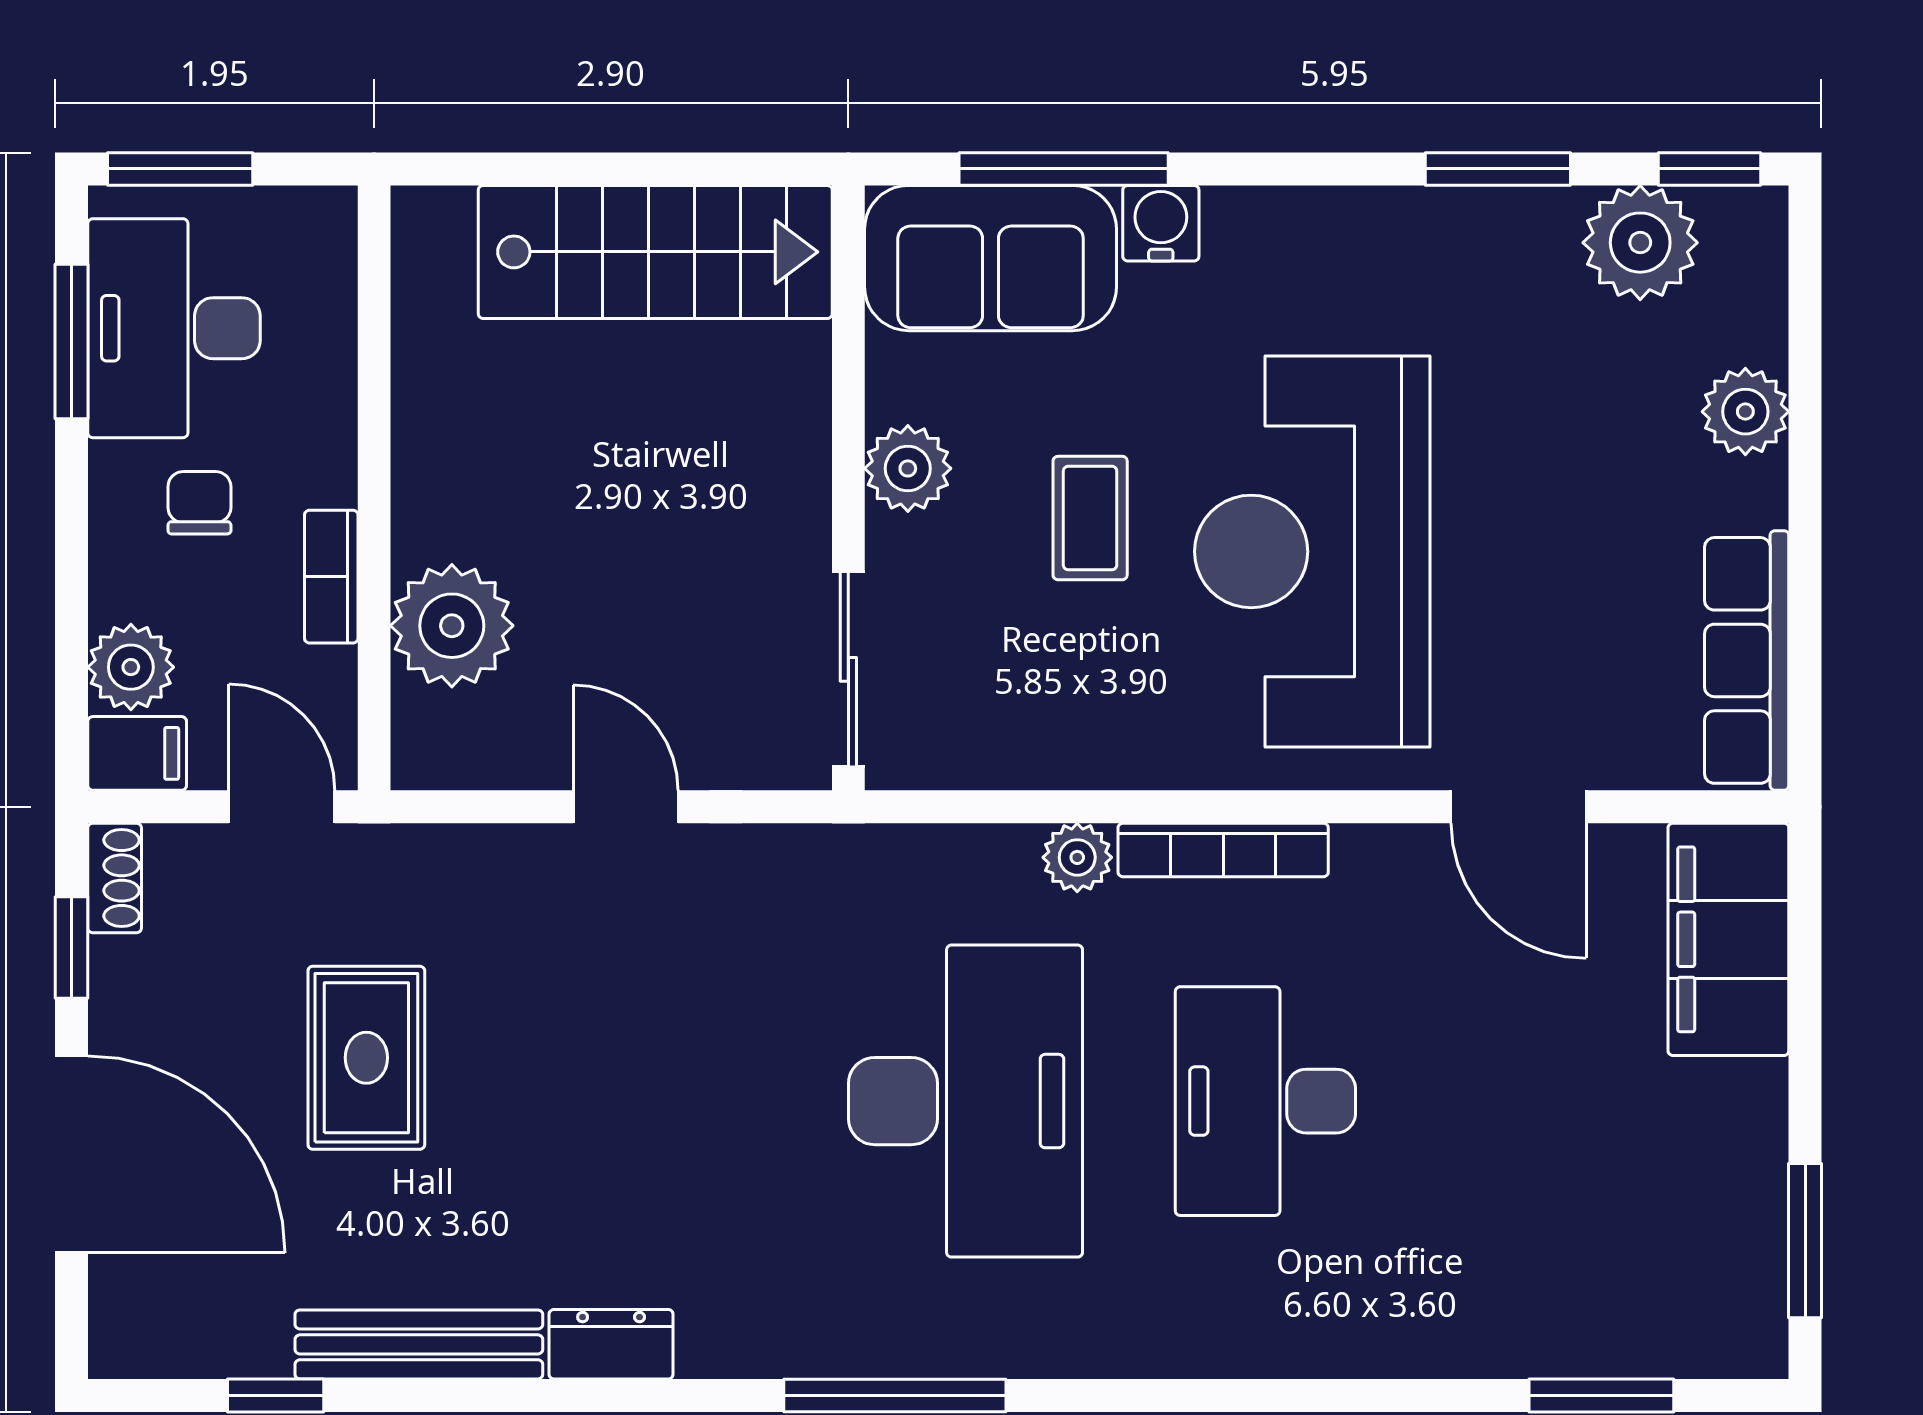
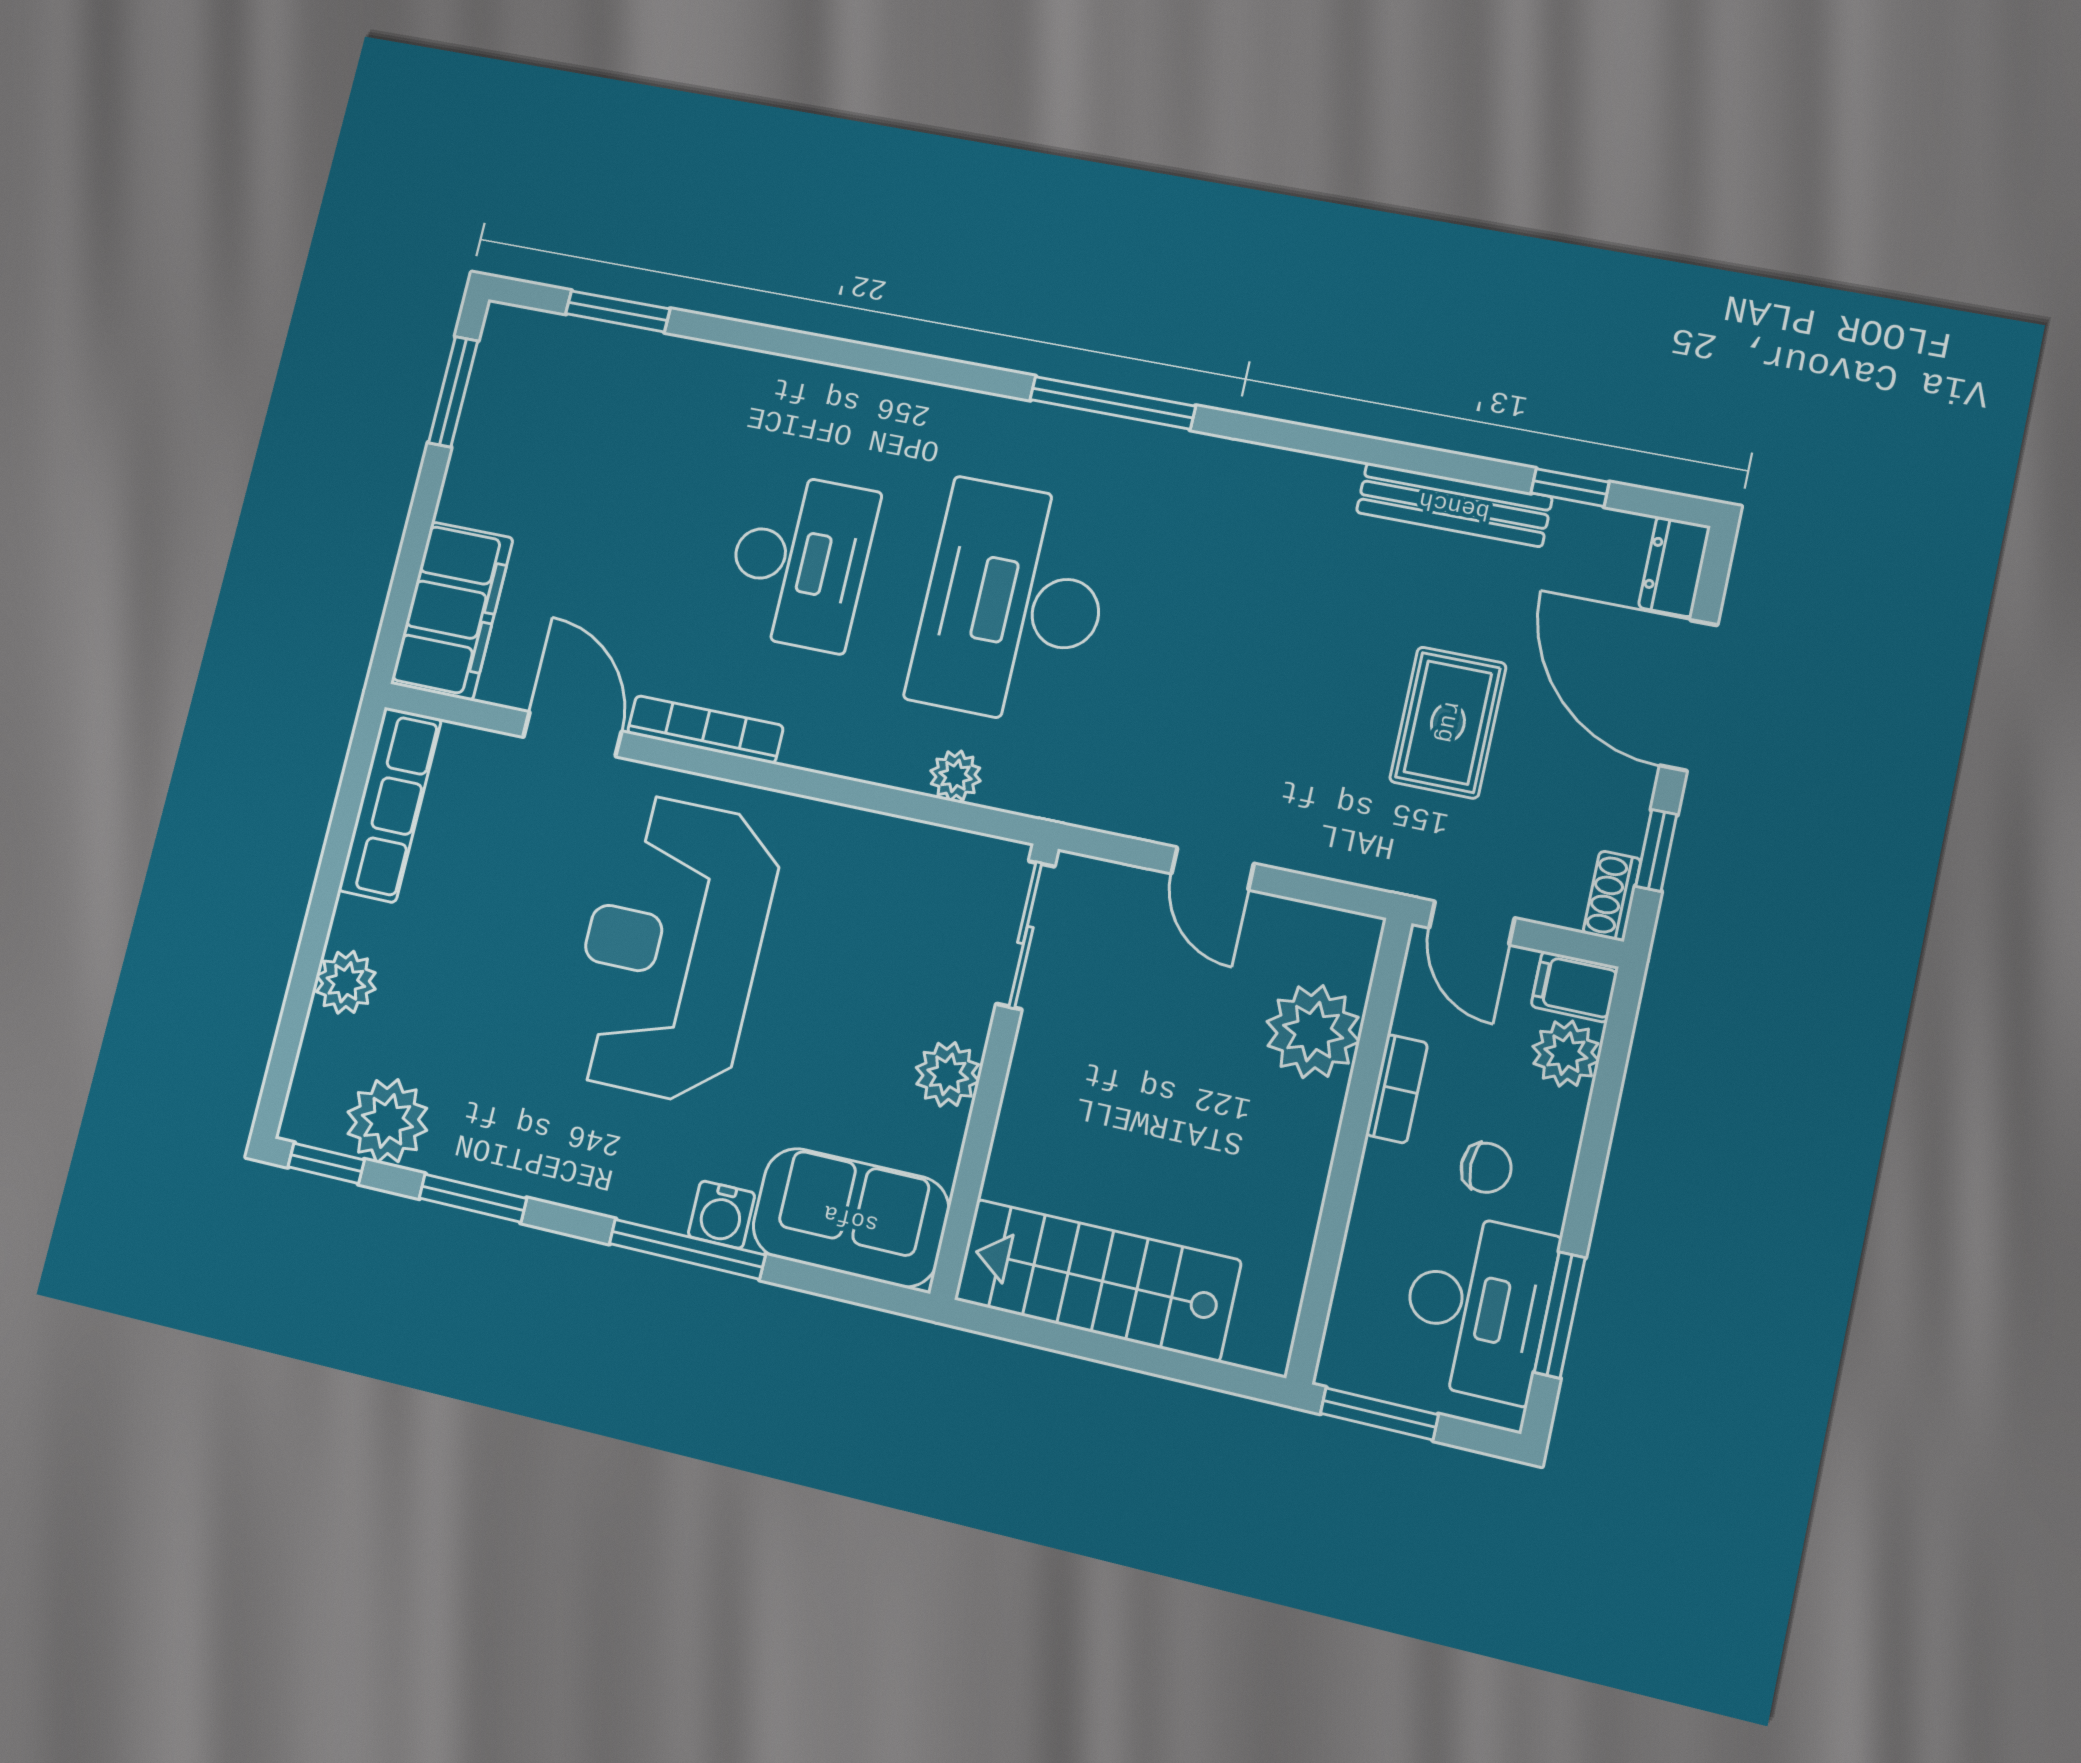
window: (180, 169) -> (1379, 1414), moved
window: (1064, 169) -> (687, 1249), moved
chair: (199, 503) -> (1486, 1168), turned -90
coffee table: (1090, 518) -> (824, 1008), removed
reception desk: (1312, 551) -> (672, 949), turned 180
bookcase: (1223, 850) -> (705, 729), moved
plant: (1077, 857) -> (955, 776), moved
dresser: (611, 1344) -> (1674, 567), moved, turned 90

